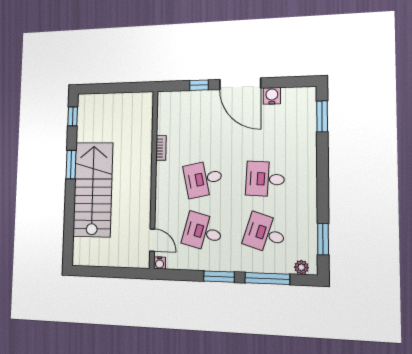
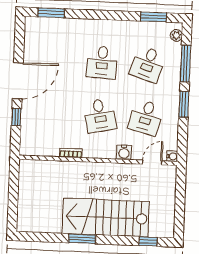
water cooler: (272, 96) -> (124, 152), moved, turned -90
window: (73, 116) -> (148, 241), moved

